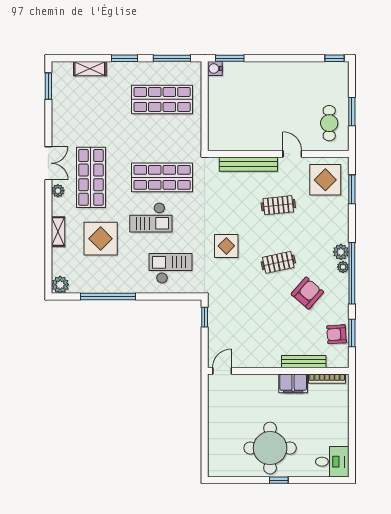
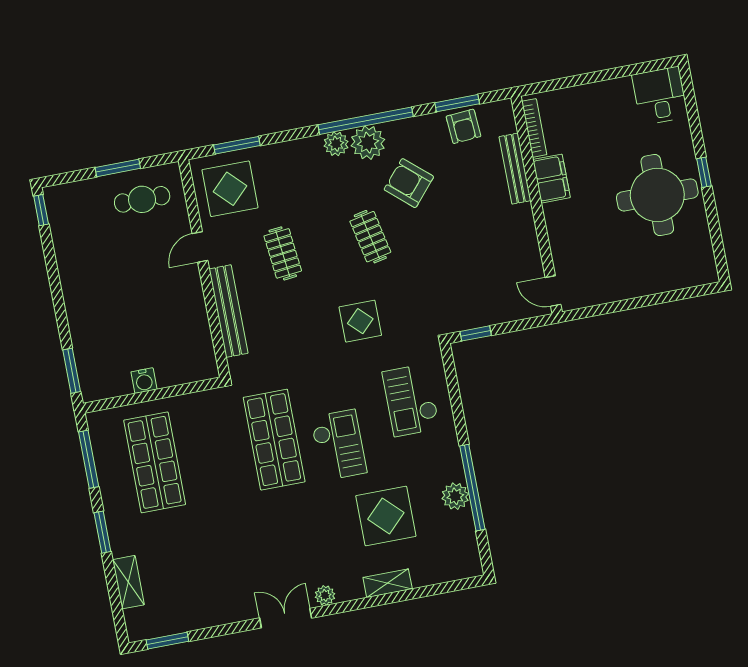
water cooler: (215, 68) -> (144, 381), moved
shop shelf: (91, 177) -> (295, 549), removed
plant: (343, 267) -> (368, 143), width x1.88, depth x1.88
plant: (60, 285) -> (455, 496), moved

